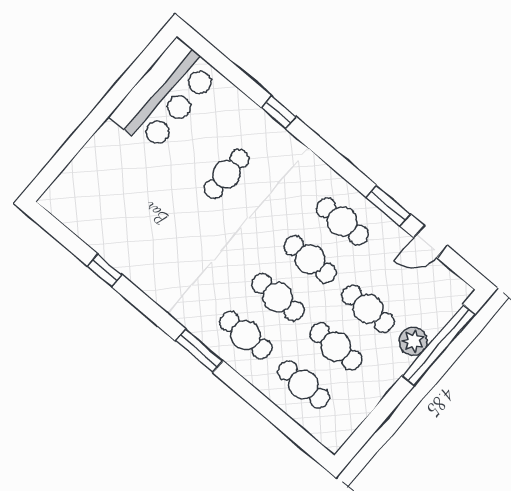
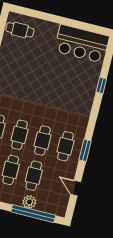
window: (279, 112) -> (101, 85), moved
cafe table: (227, 174) -> (20, 30), moved
window: (388, 205) -> (85, 150), moved

